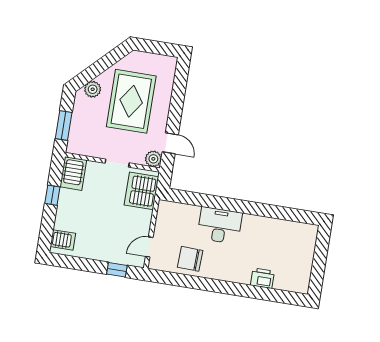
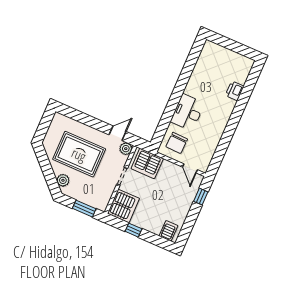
server rack: (73, 173) -> (123, 206), width x1.60
chair: (190, 259) -> (177, 143), moved

